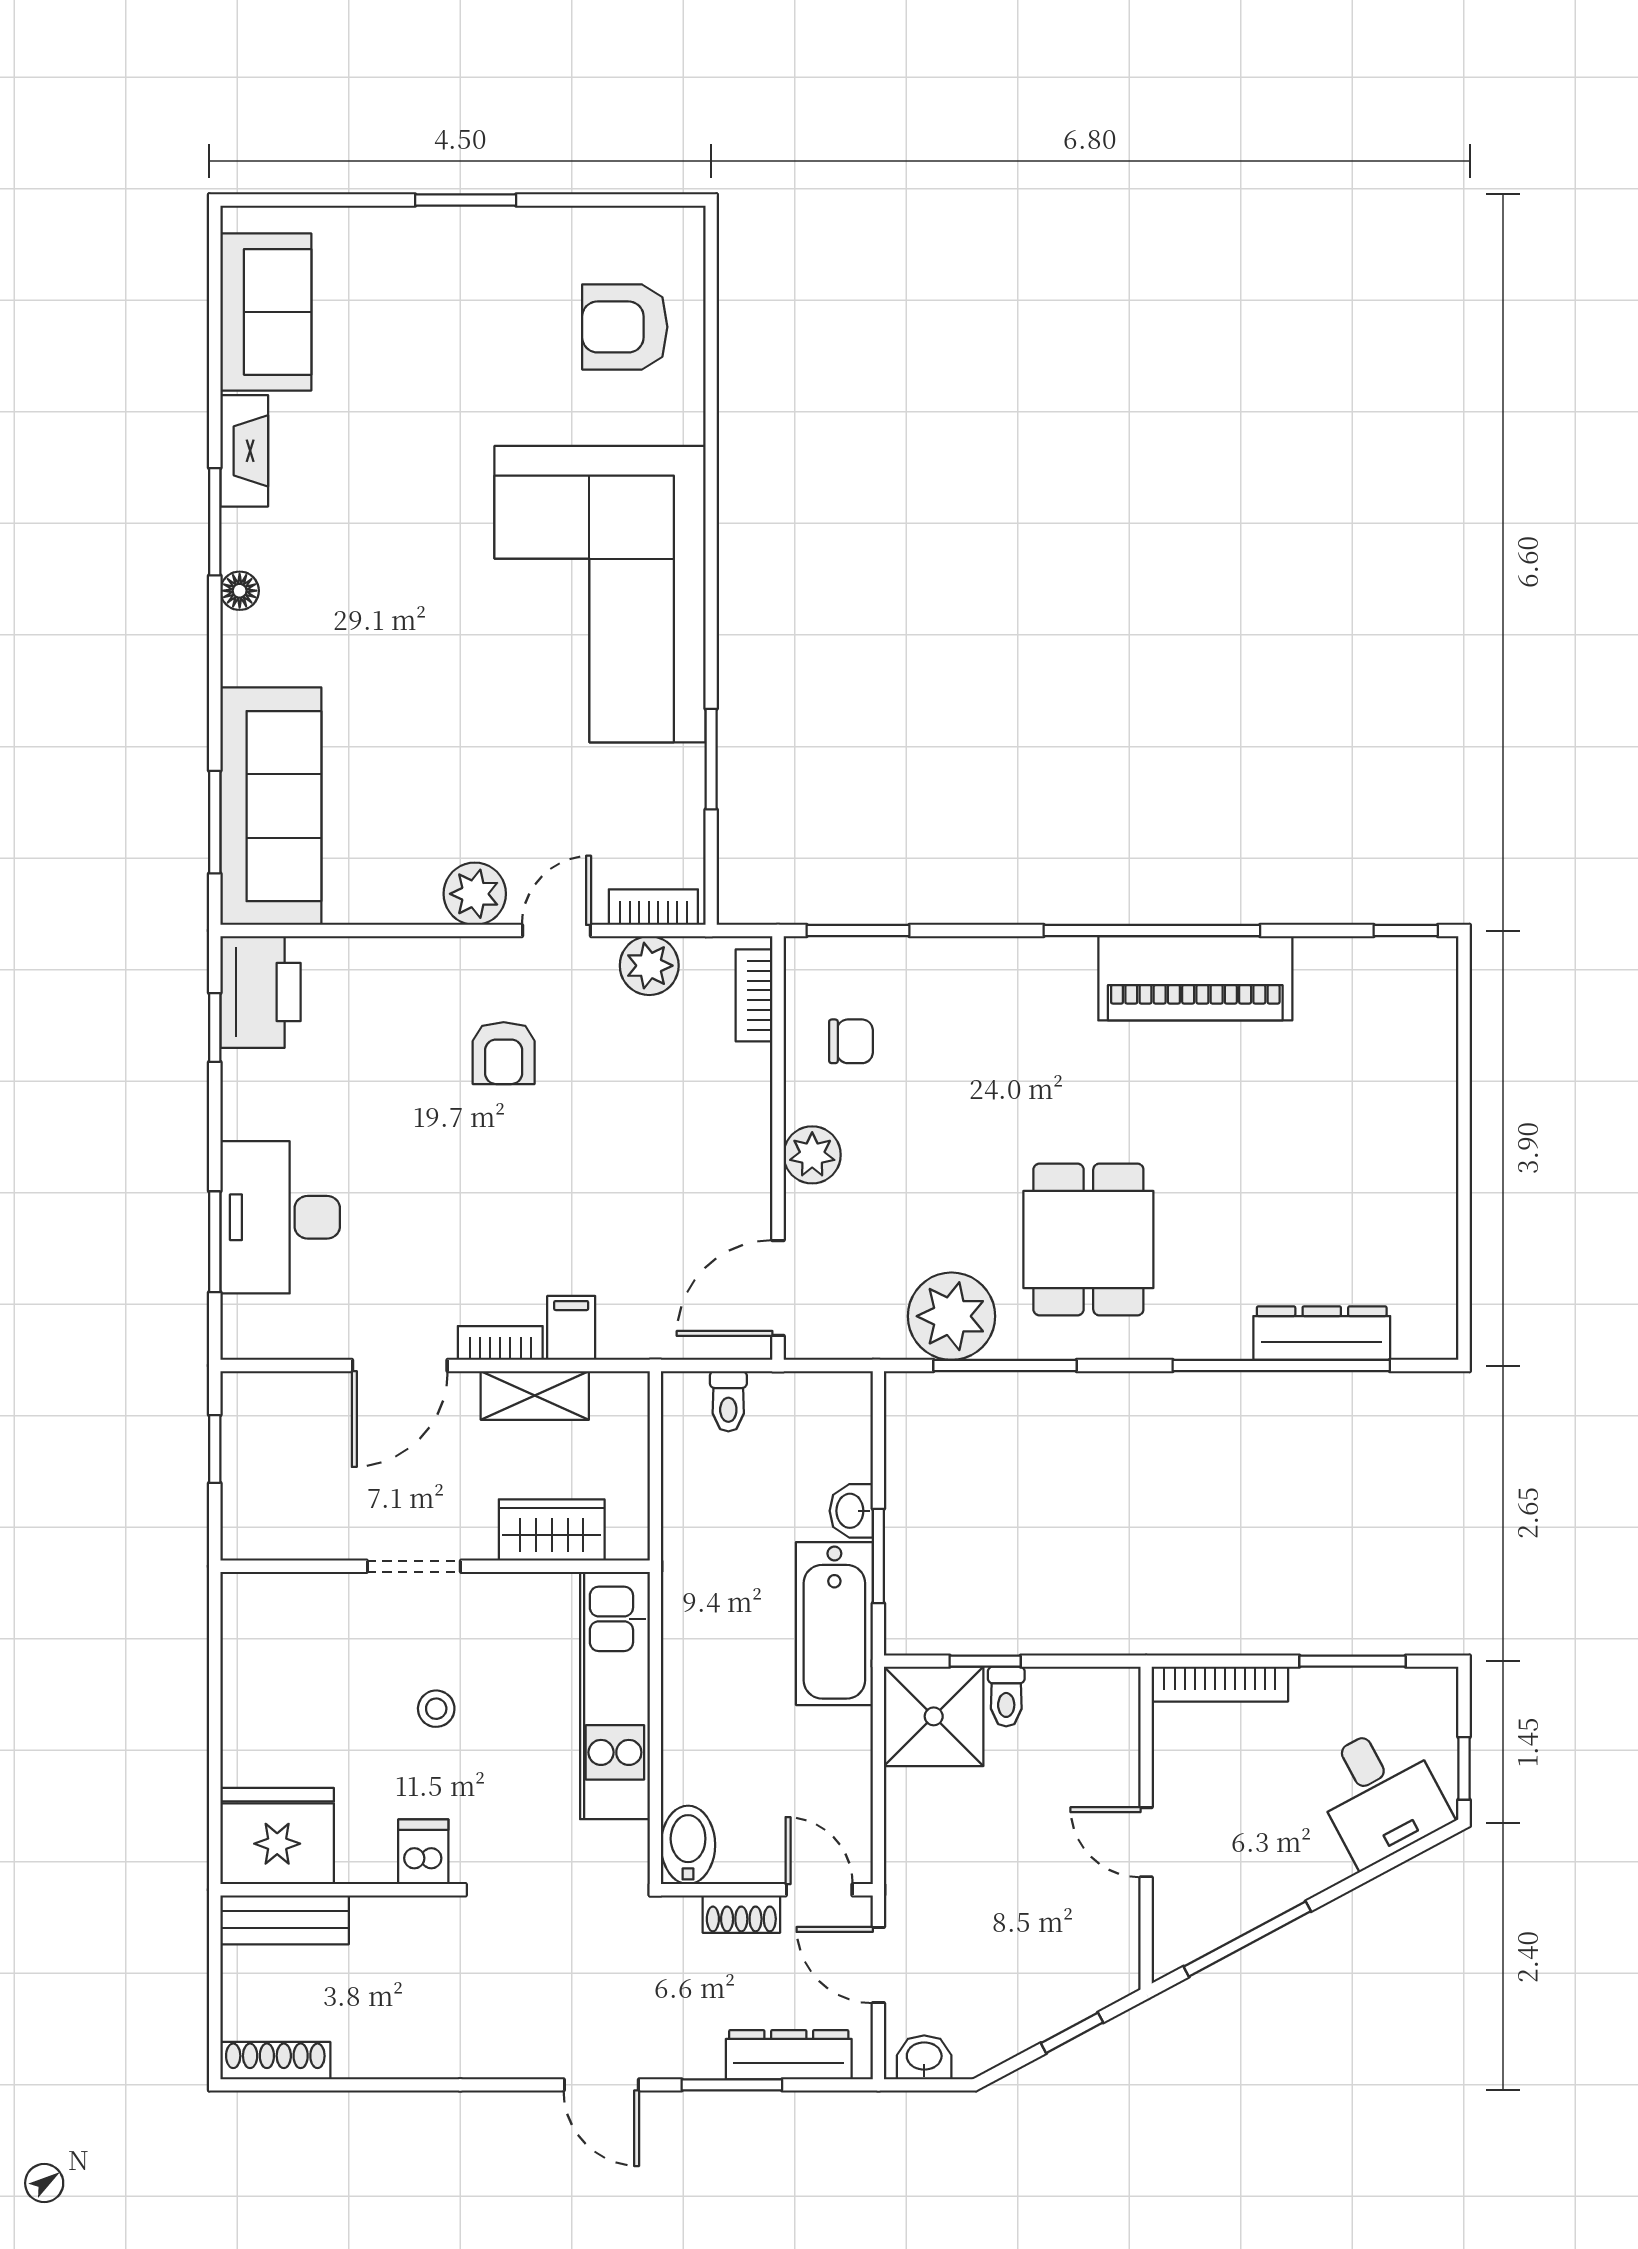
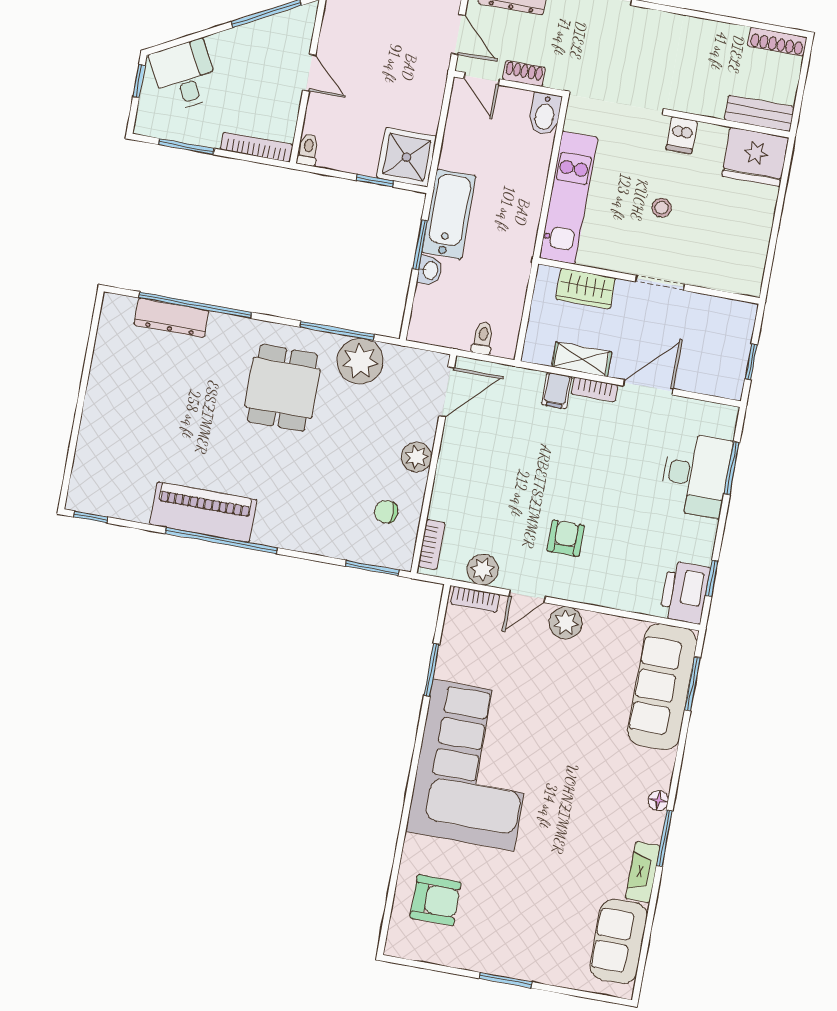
toilet: (1006, 1697) -> (308, 150), moved

